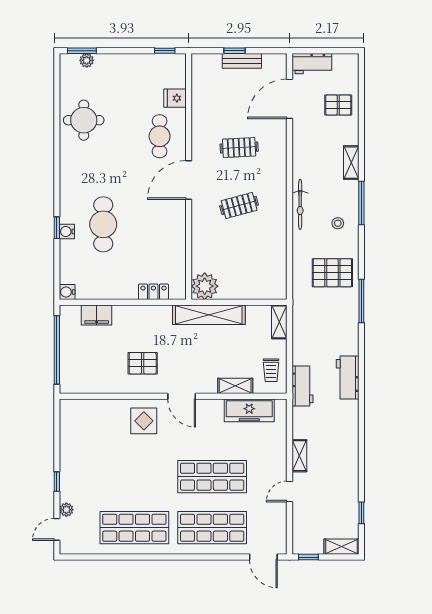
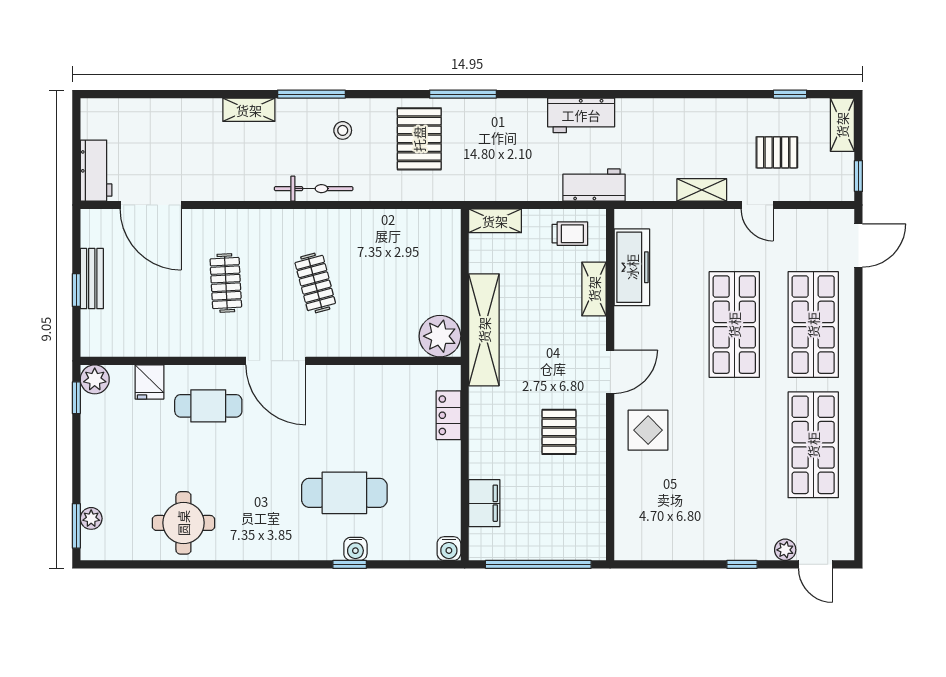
plant: (177, 63) -> (95, 379), added
pallet: (338, 105) -> (777, 152), moved, turned 90

